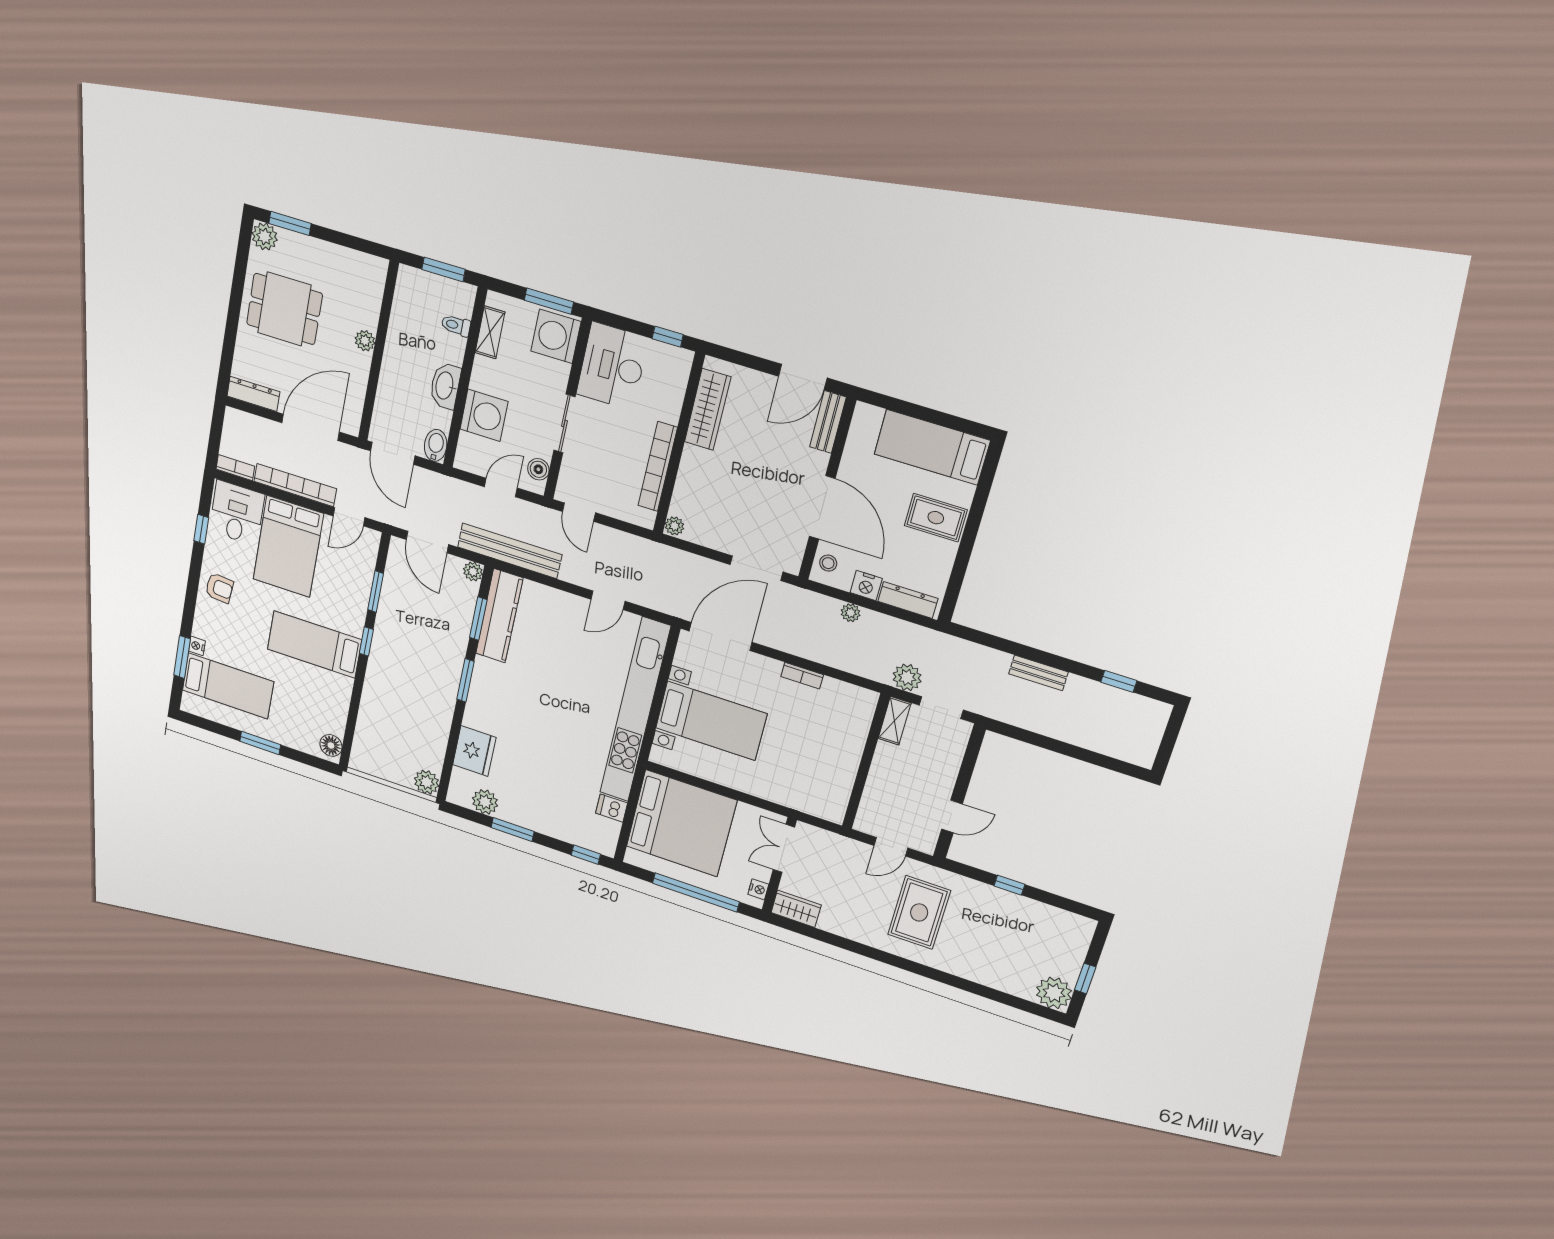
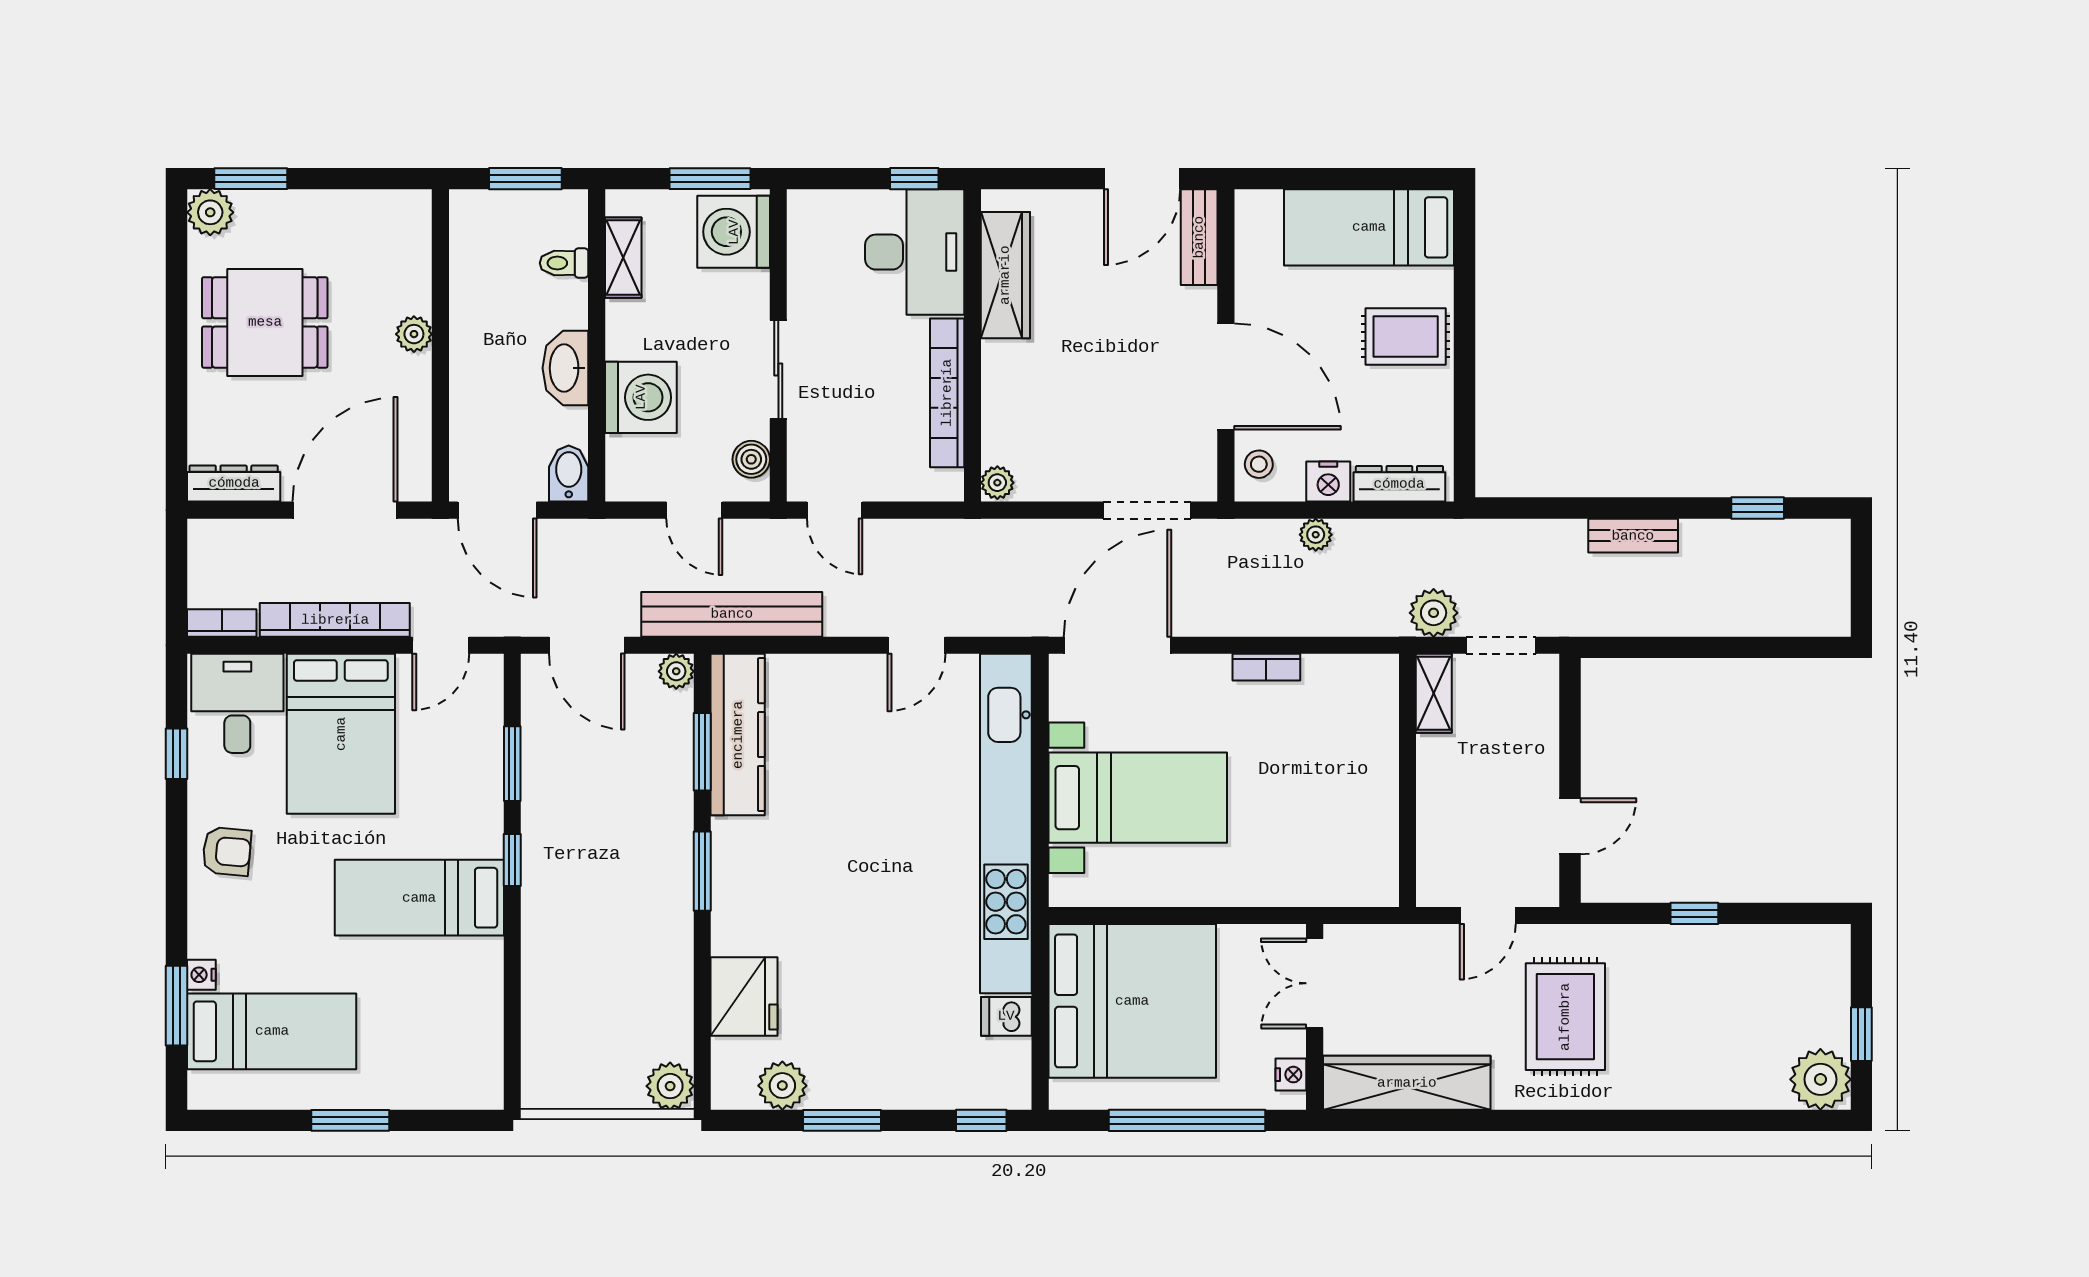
desk: (612, 366) -> (915, 252), moved, turned 180
door: (501, 487) -> (694, 510), swing flipped
floor lamp: (331, 745) -> (483, 1078), removed
wardrobe: (796, 909) -> (1407, 1083), width x2.10, depth x1.17

